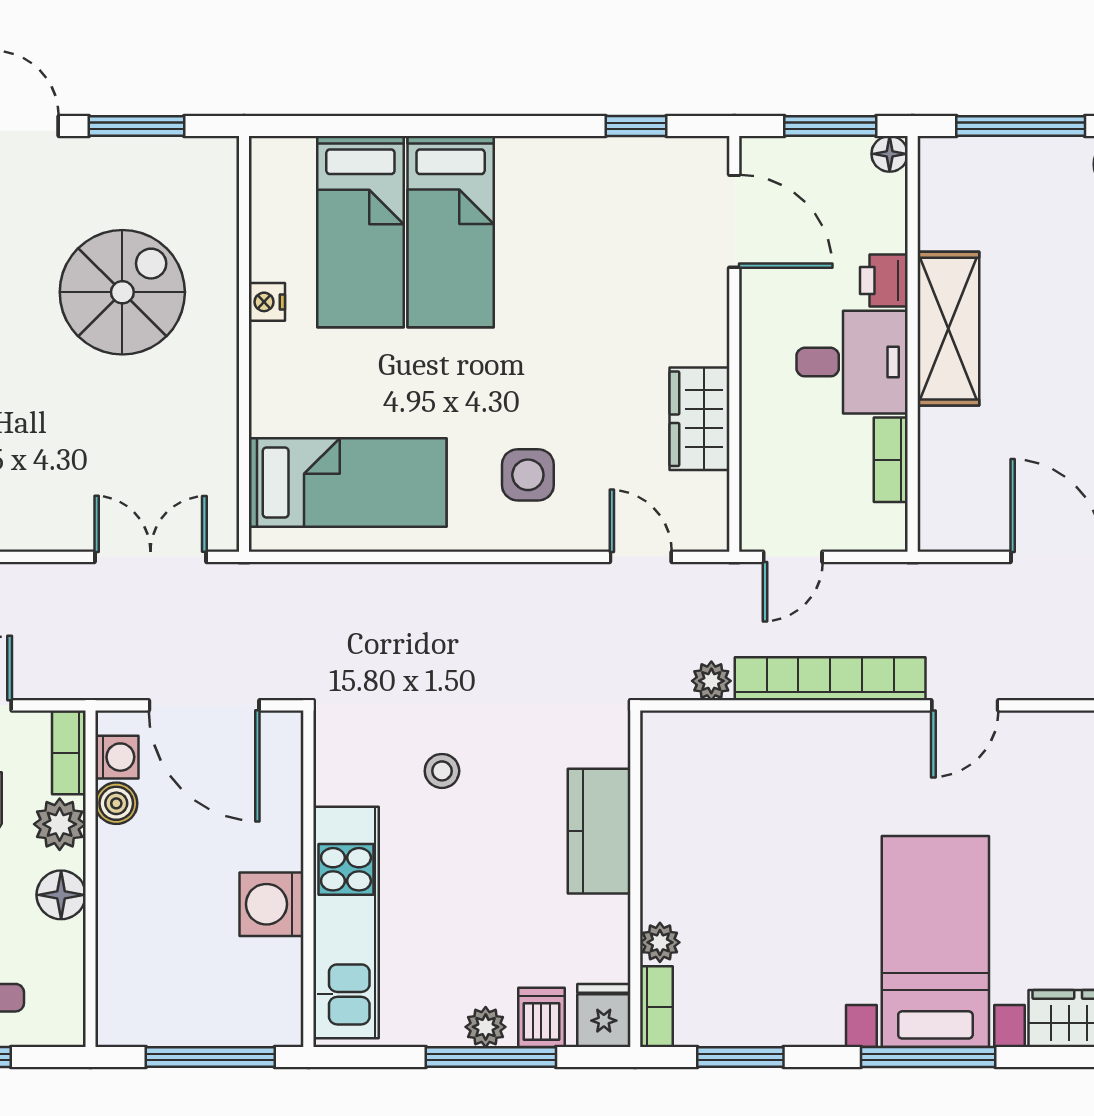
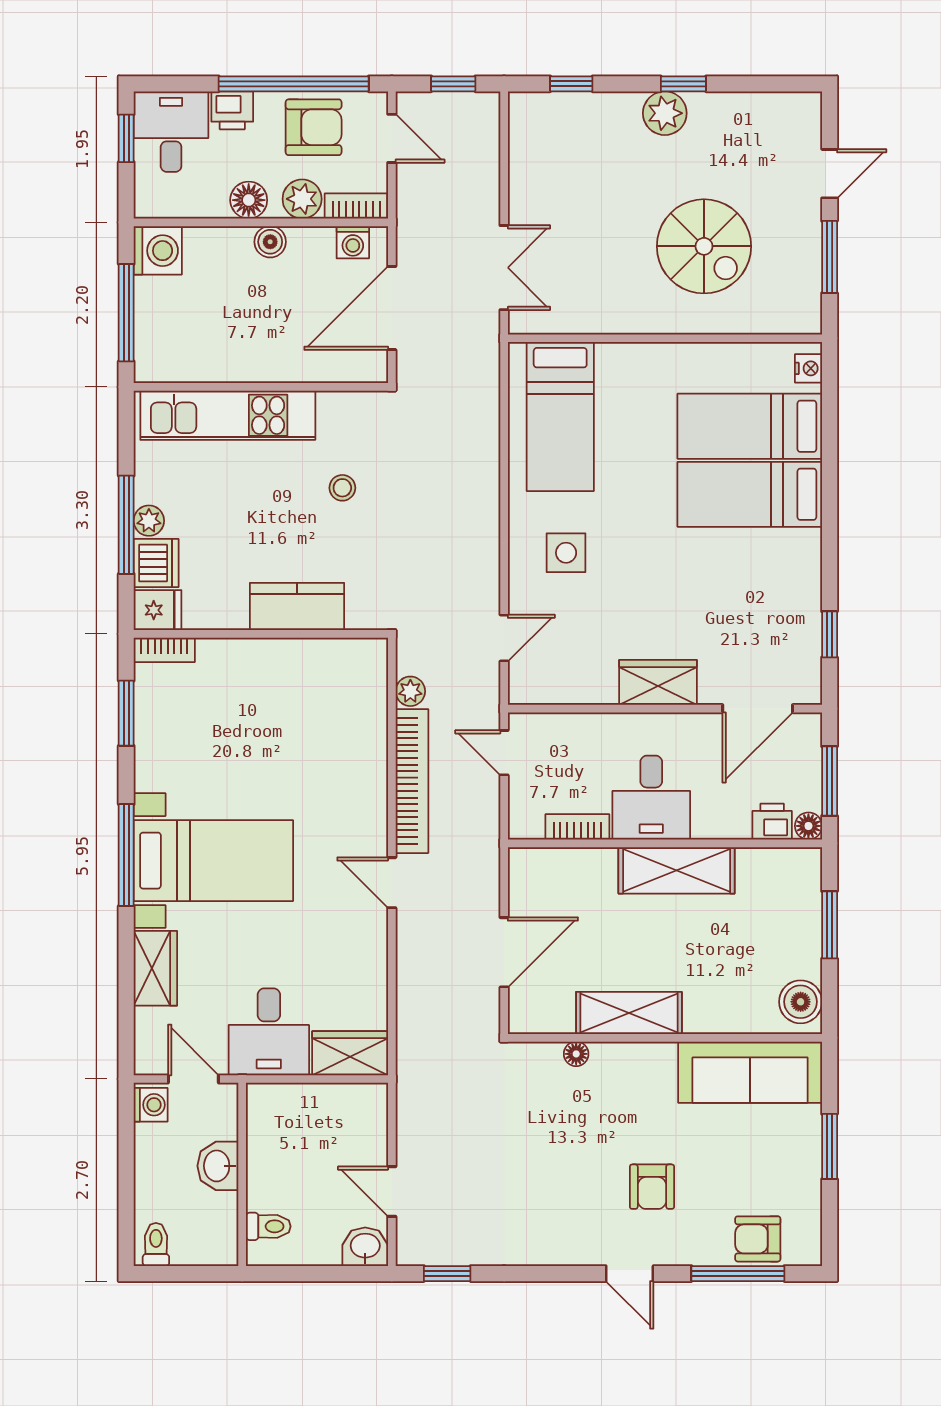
window: (1021, 126) -> (830, 925), width x0.69
printer: (884, 280) -> (772, 822), moved
nightstand: (267, 302) -> (809, 368), moved, turned 90
wardrobe: (700, 419) -> (658, 682), moved
boiler: (116, 803) -> (270, 242), moved
washing machine: (272, 904) -> (158, 251), moved, turned 90
plant: (660, 942) -> (213, 652), removed
dishwasher: (541, 1017) -> (156, 563), width x1.38

